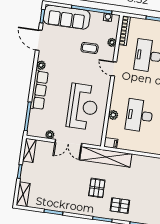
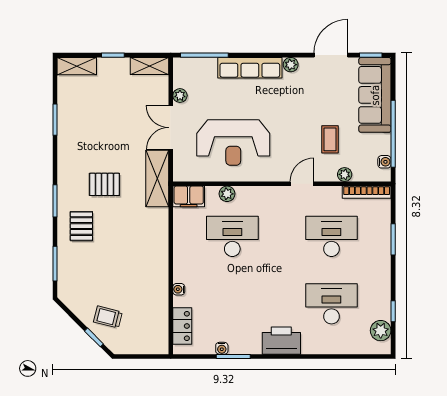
filing cabinet: (111, 143) -> (189, 196), width x2.00
shelving: (106, 157) -> (157, 179), width x0.68

